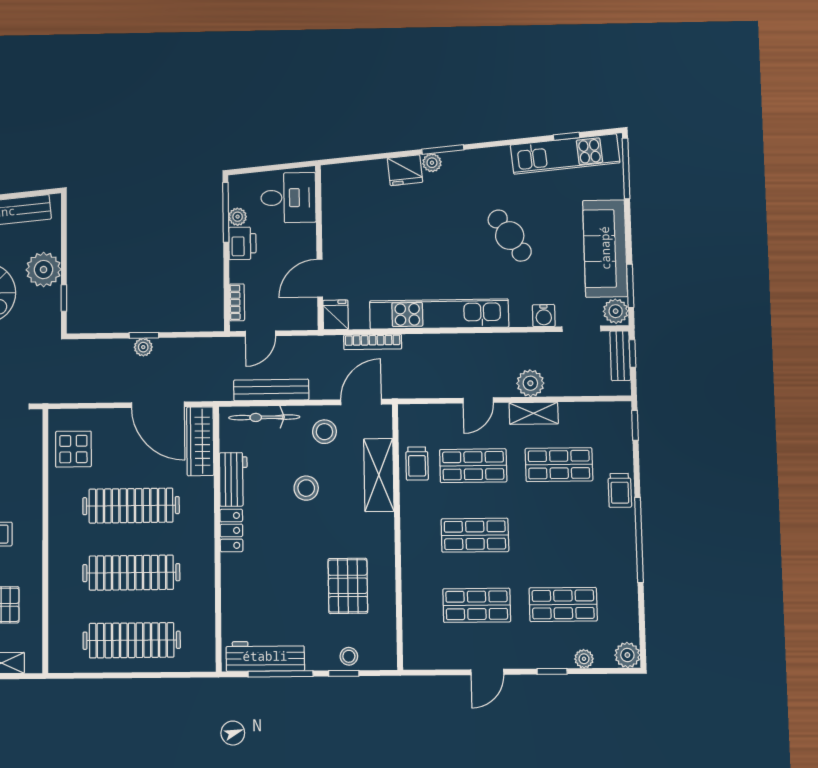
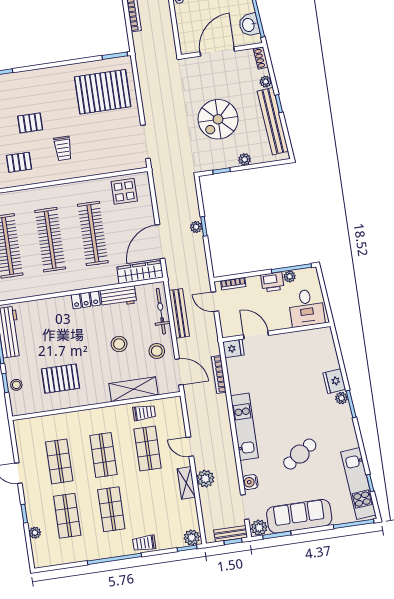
plant: (44, 270) -> (245, 159), width x0.53, depth x0.53
kitchen unit: (439, 314) -> (244, 427), width x0.73
trolley: (417, 464) -> (144, 413), turned 180
shop shelf: (559, 465) -> (111, 509), moved
plant: (627, 655) -> (192, 538), moved

